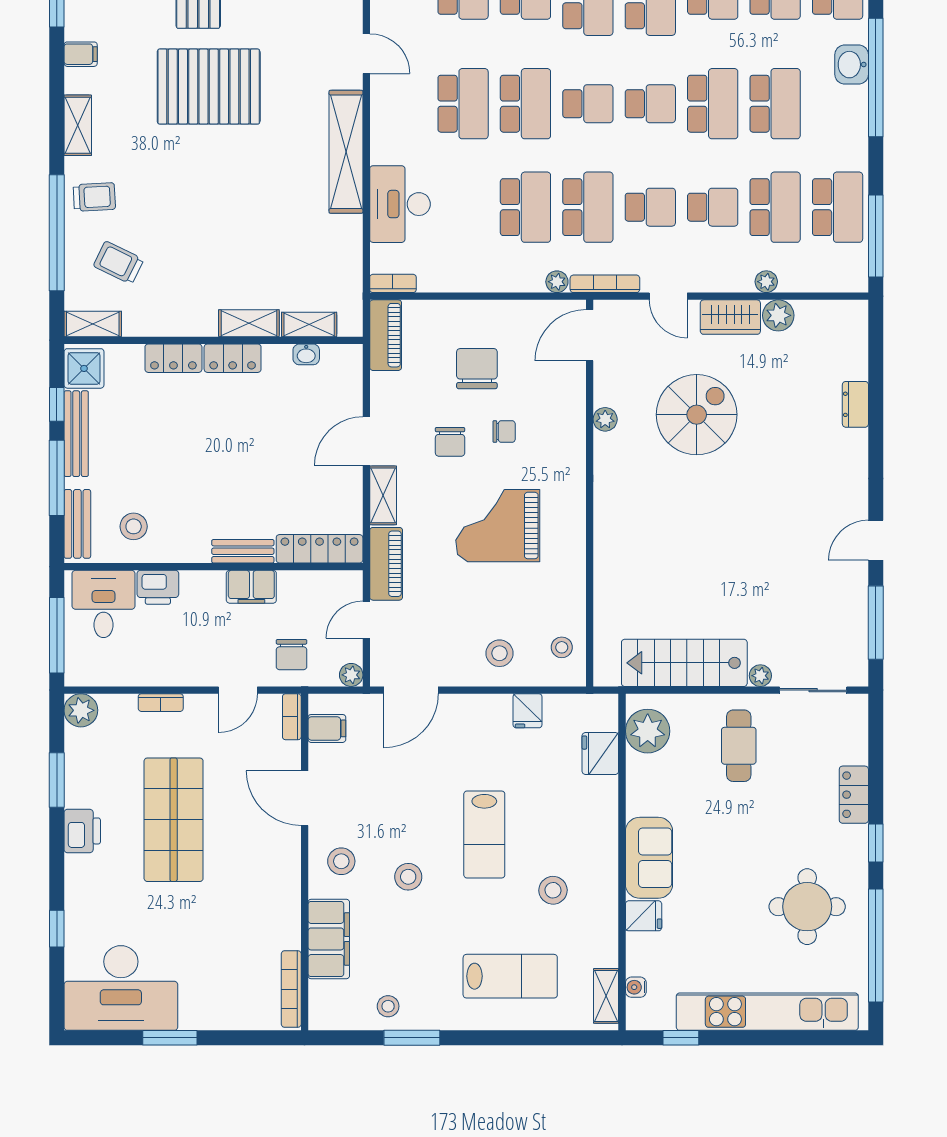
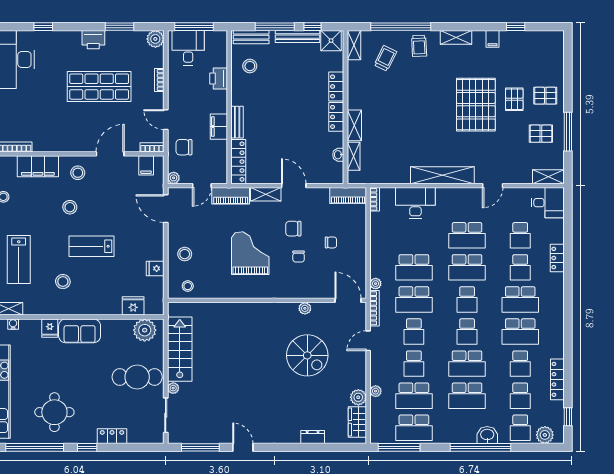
wardrobe: (730, 317) -> (357, 422), moved
chair: (477, 369) -> (331, 242), width x0.54, depth x0.54
desk: (104, 604) -> (188, 48), moved, turned -90
door: (366, 620) -> (202, 186), swing flipped
cafe table: (739, 746) -> (137, 377), width x1.37, depth x1.35

